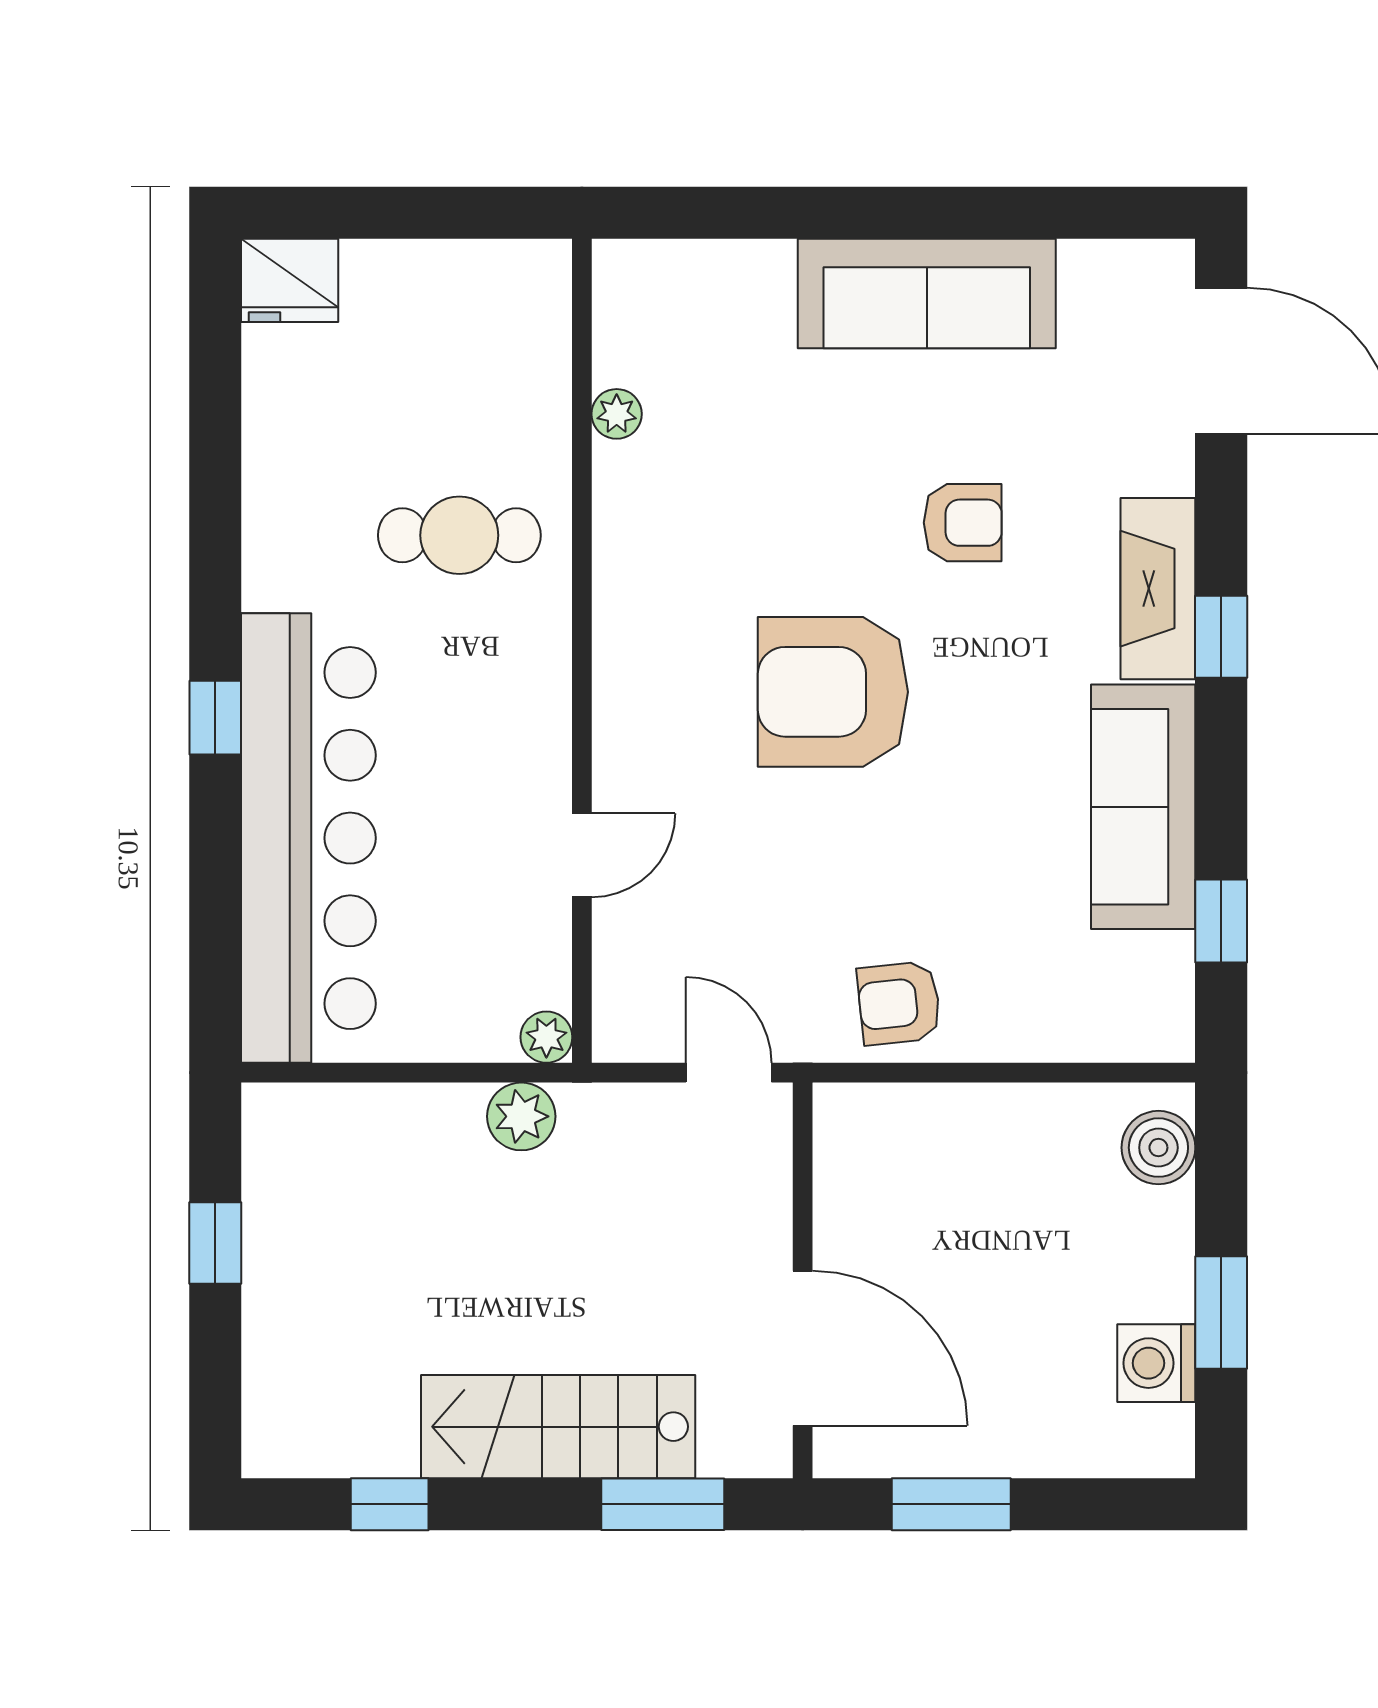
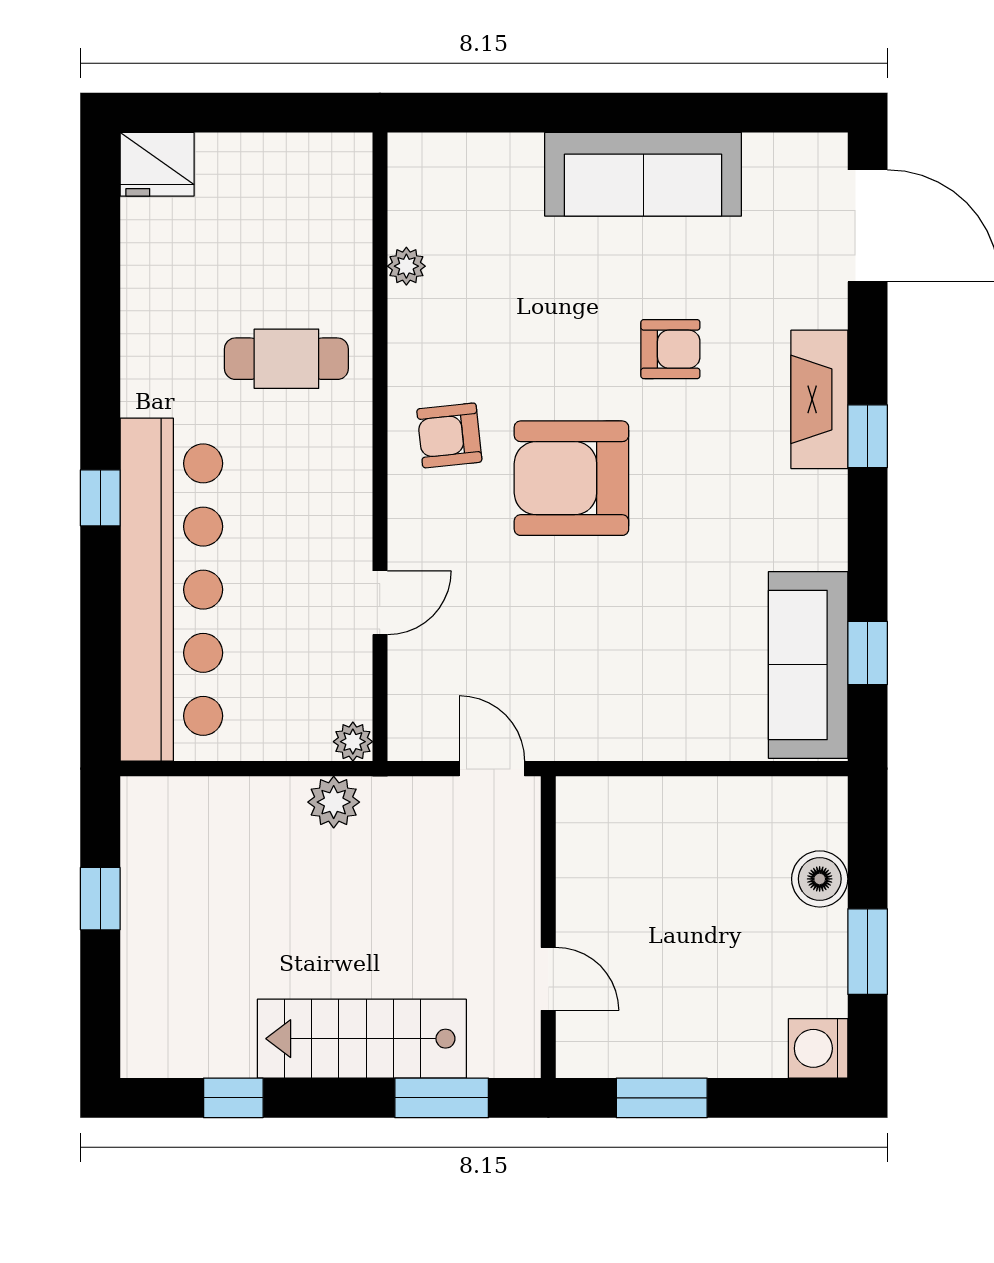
sofa: (1143, 807) -> (808, 665), moved
armchair: (899, 1003) -> (449, 435), moved
boiler: (1158, 1148) -> (820, 879), moved
door: (803, 1348) -> (548, 979), width x0.53
washing machine: (1156, 1363) -> (818, 1048), moved

